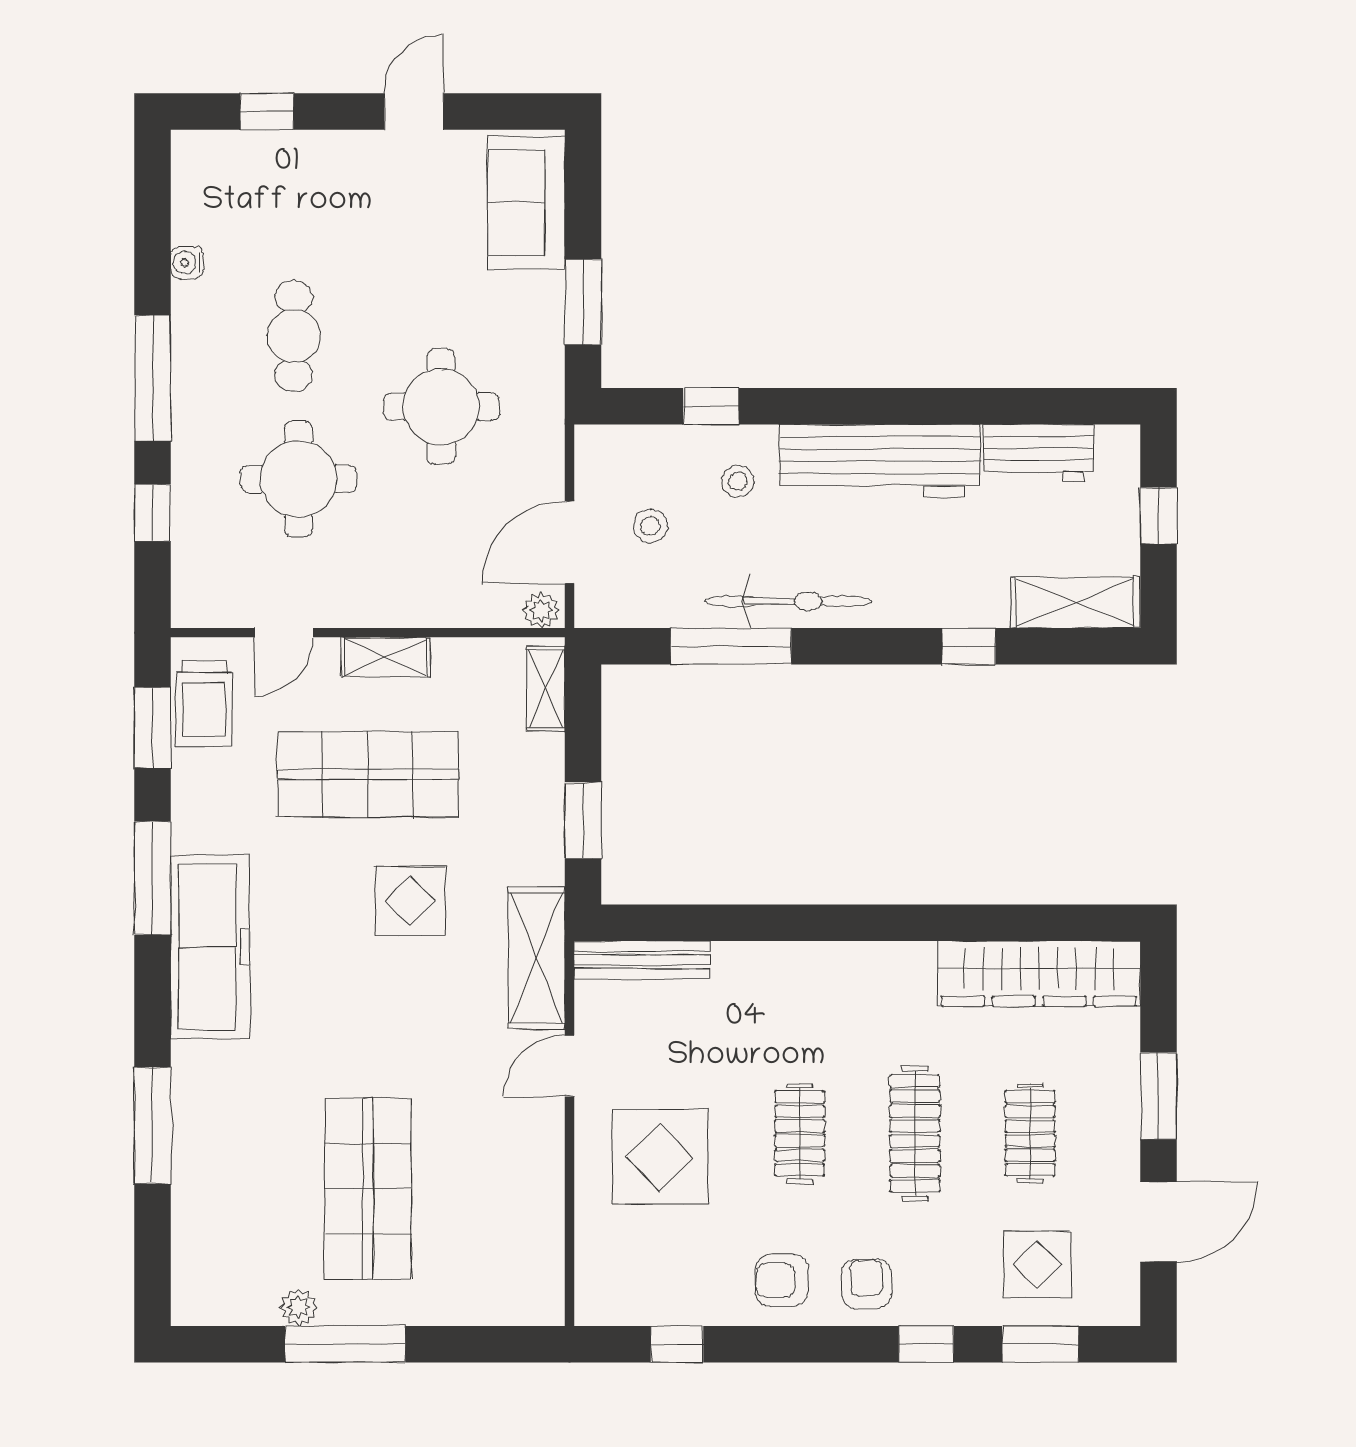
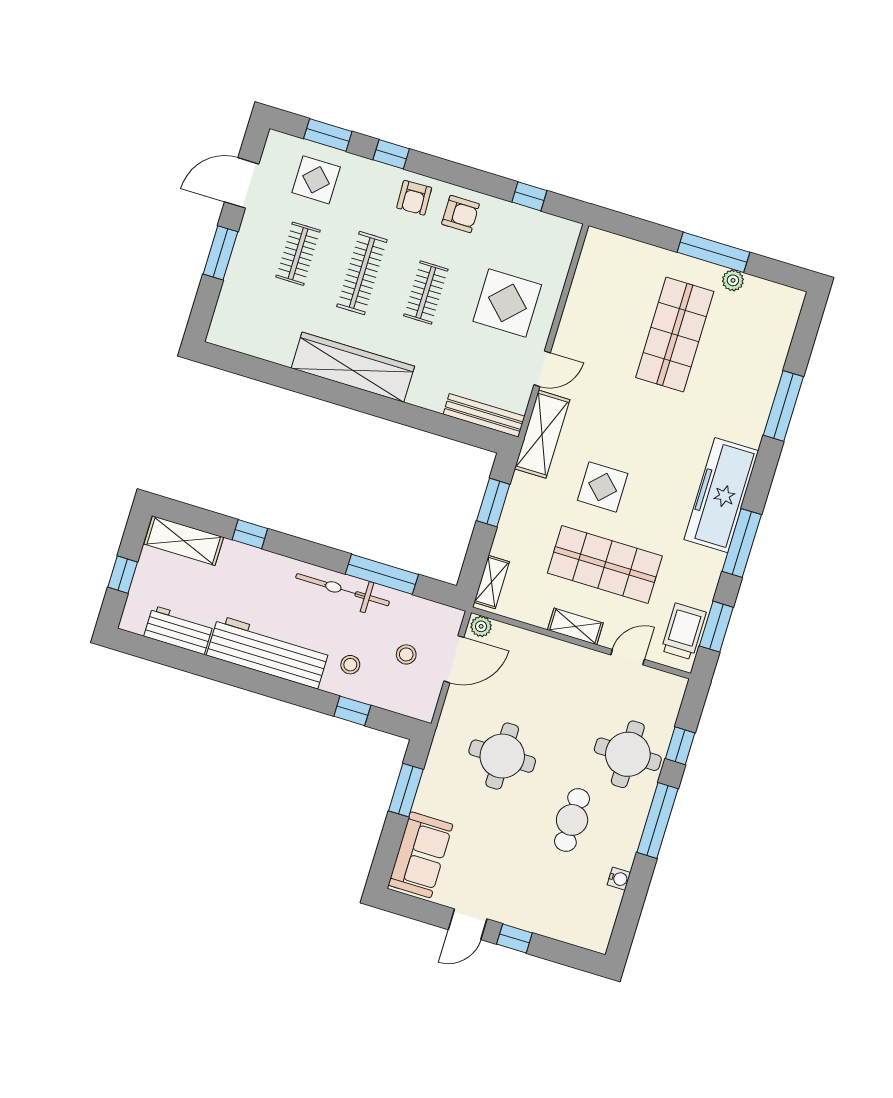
window: (267, 112) -> (514, 938), moved
round table: (299, 479) -> (628, 754), moved
wardrobe: (1039, 974) -> (353, 367), moved

